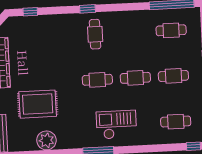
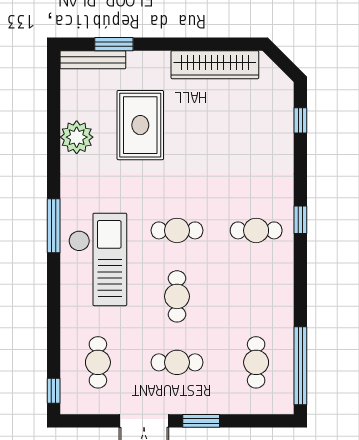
cafe table: (173, 76) -> (177, 362), turned 90
cafe table: (97, 80) -> (177, 230), turned 90
checkout: (116, 125) -> (98, 259), width x1.36, depth x1.21

